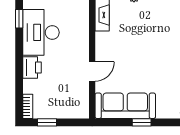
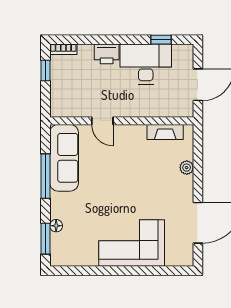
window: (142, 122) -> (46, 176), width x2.17

